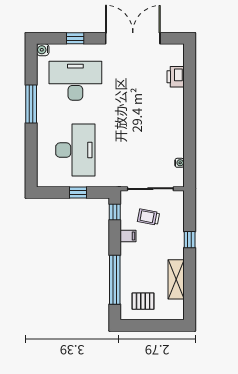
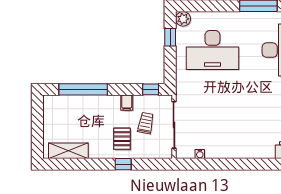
plant: (44, 180) -> (183, 19), added
window: (78, 193) -> (170, 37), moved
shelving: (176, 279) -> (68, 151), moved
pallet: (143, 301) -> (122, 139), moved

